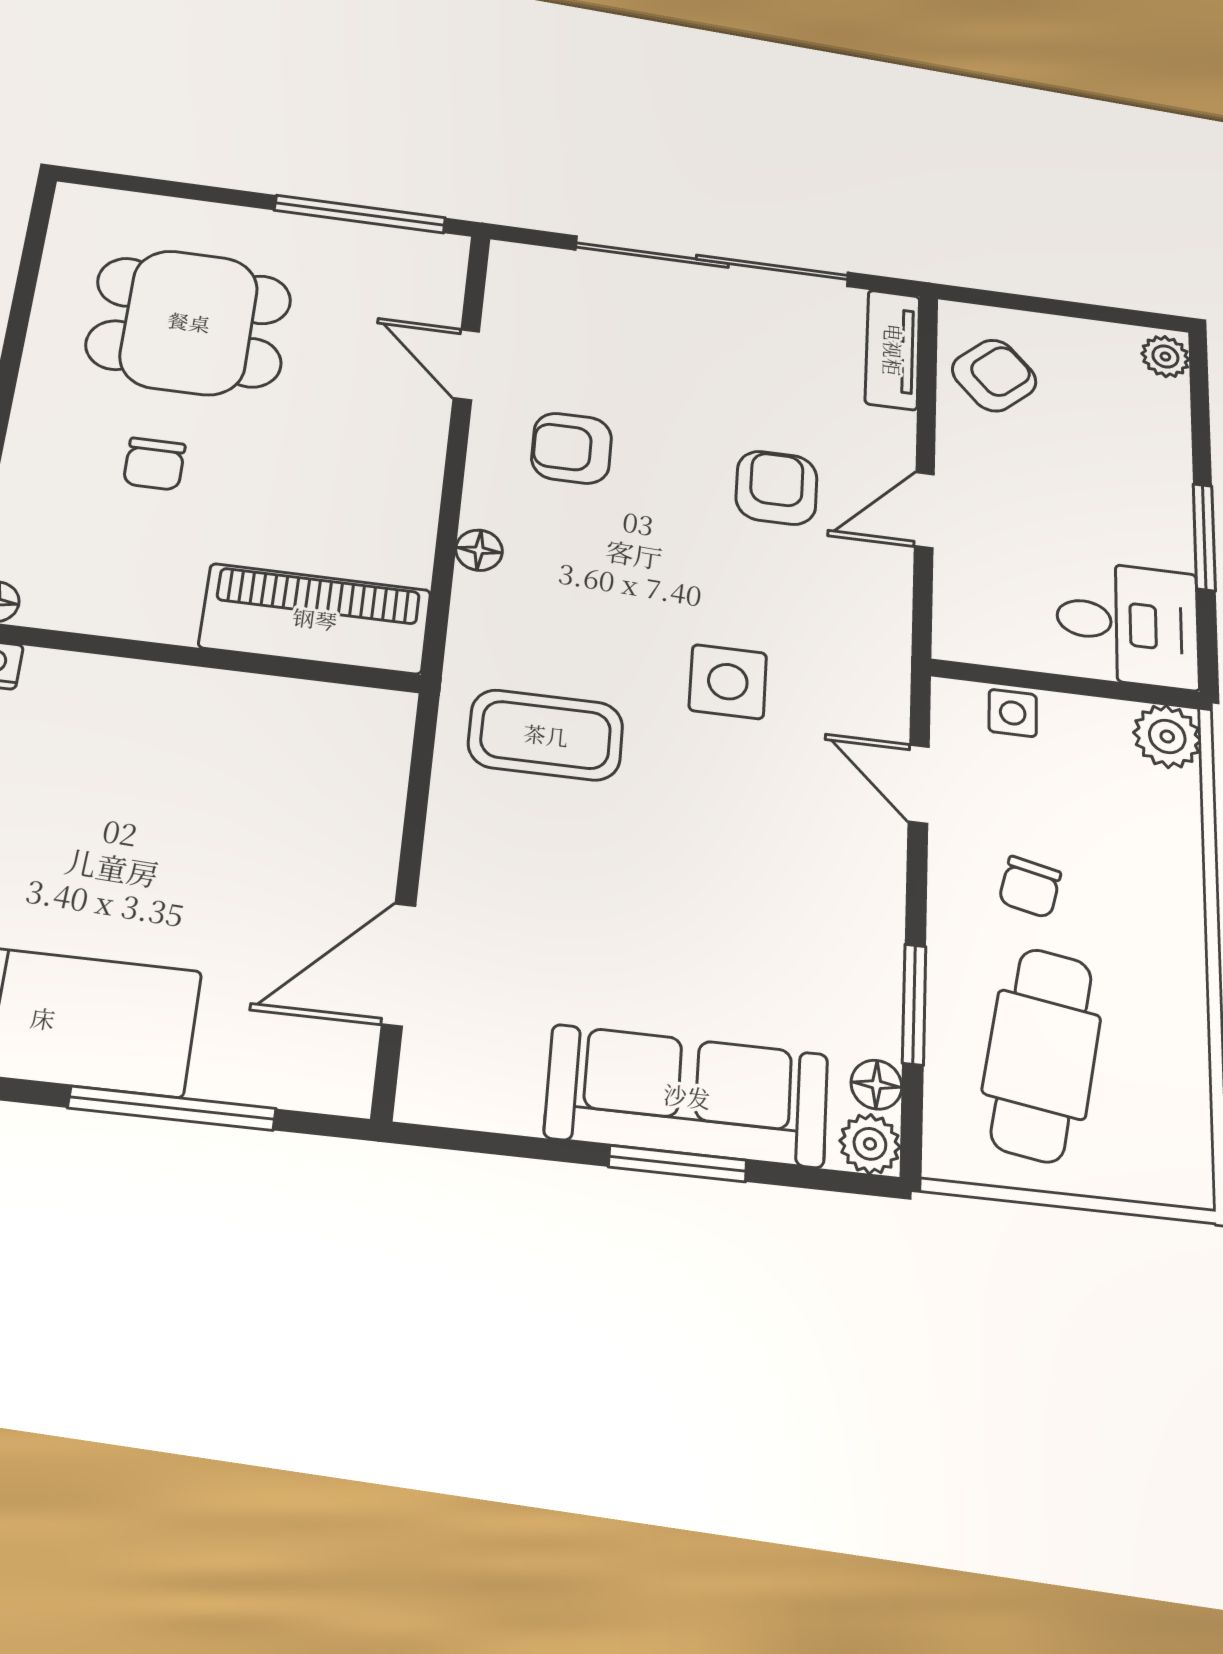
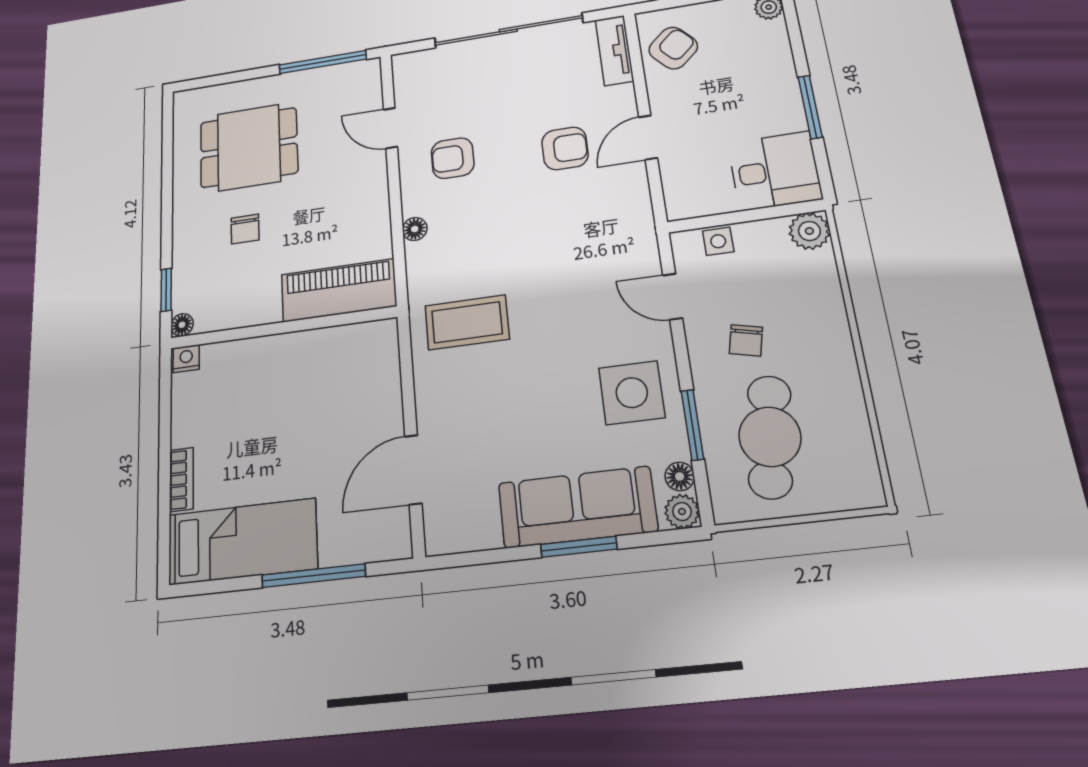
armchair: (777, 488) -> (565, 148), turned 90
side table: (728, 682) -> (632, 393), moved, width x1.37, depth x1.37

